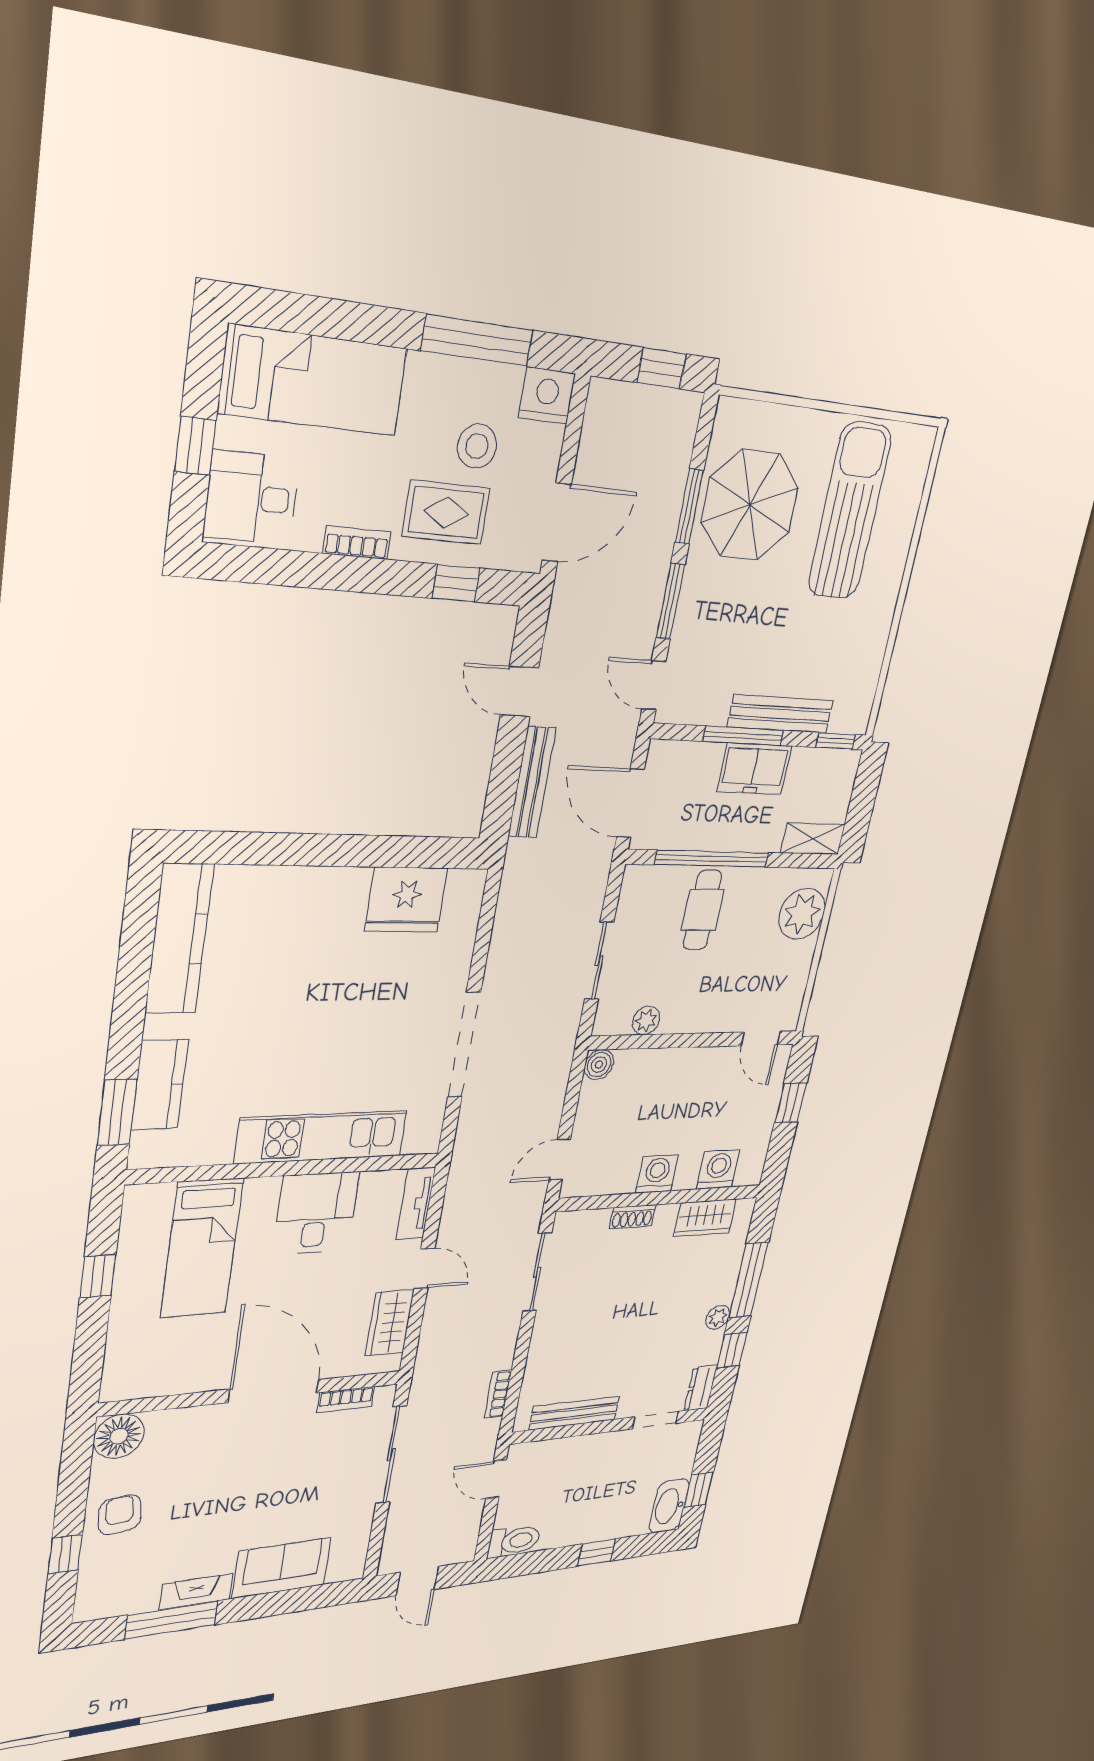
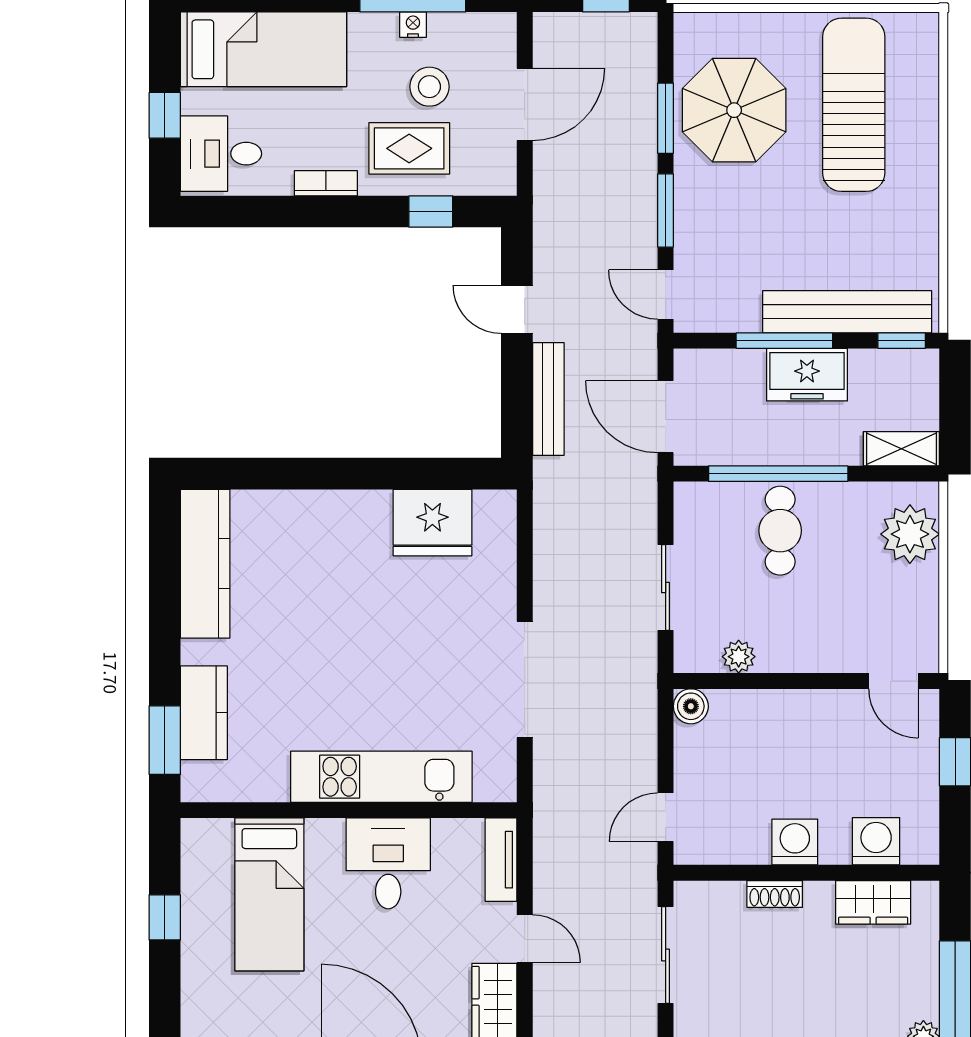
nightstand: (547, 396) -> (413, 25), moved, width x0.53, depth x0.56
door: (557, 522) -> (525, 104), moved
bench: (781, 714) -> (847, 312), width x1.37, depth x1.21

